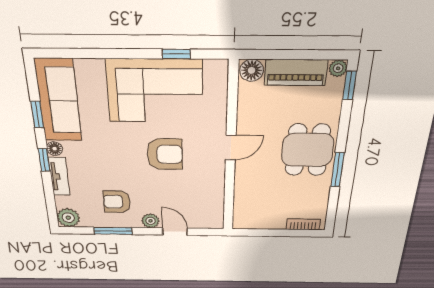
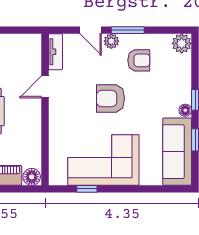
door: (231, 148) -> (45, 87), moved
armchair: (165, 154) -> (110, 98), moved
tv unit: (59, 176) -> (55, 52), moved, turned 180
window: (113, 231) -> (128, 30), moved

